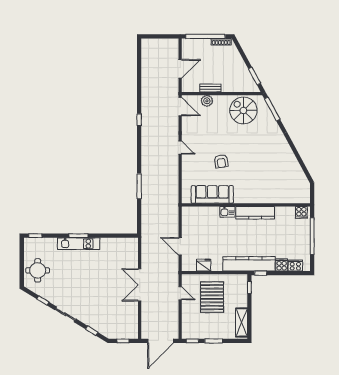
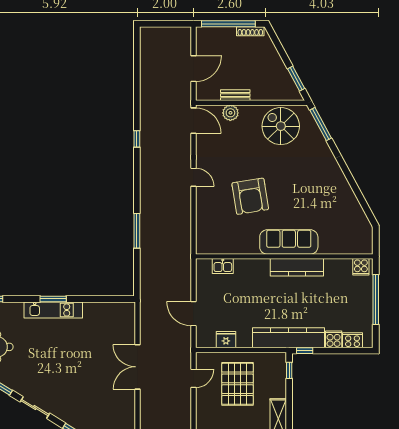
armchair: (221, 161) -> (250, 196), width x1.88, depth x1.88
sofa: (212, 194) -> (289, 242), moved
kitchen sink: (227, 212) -> (223, 266), moved
door: (180, 293) -> (193, 378), hinge flipped

